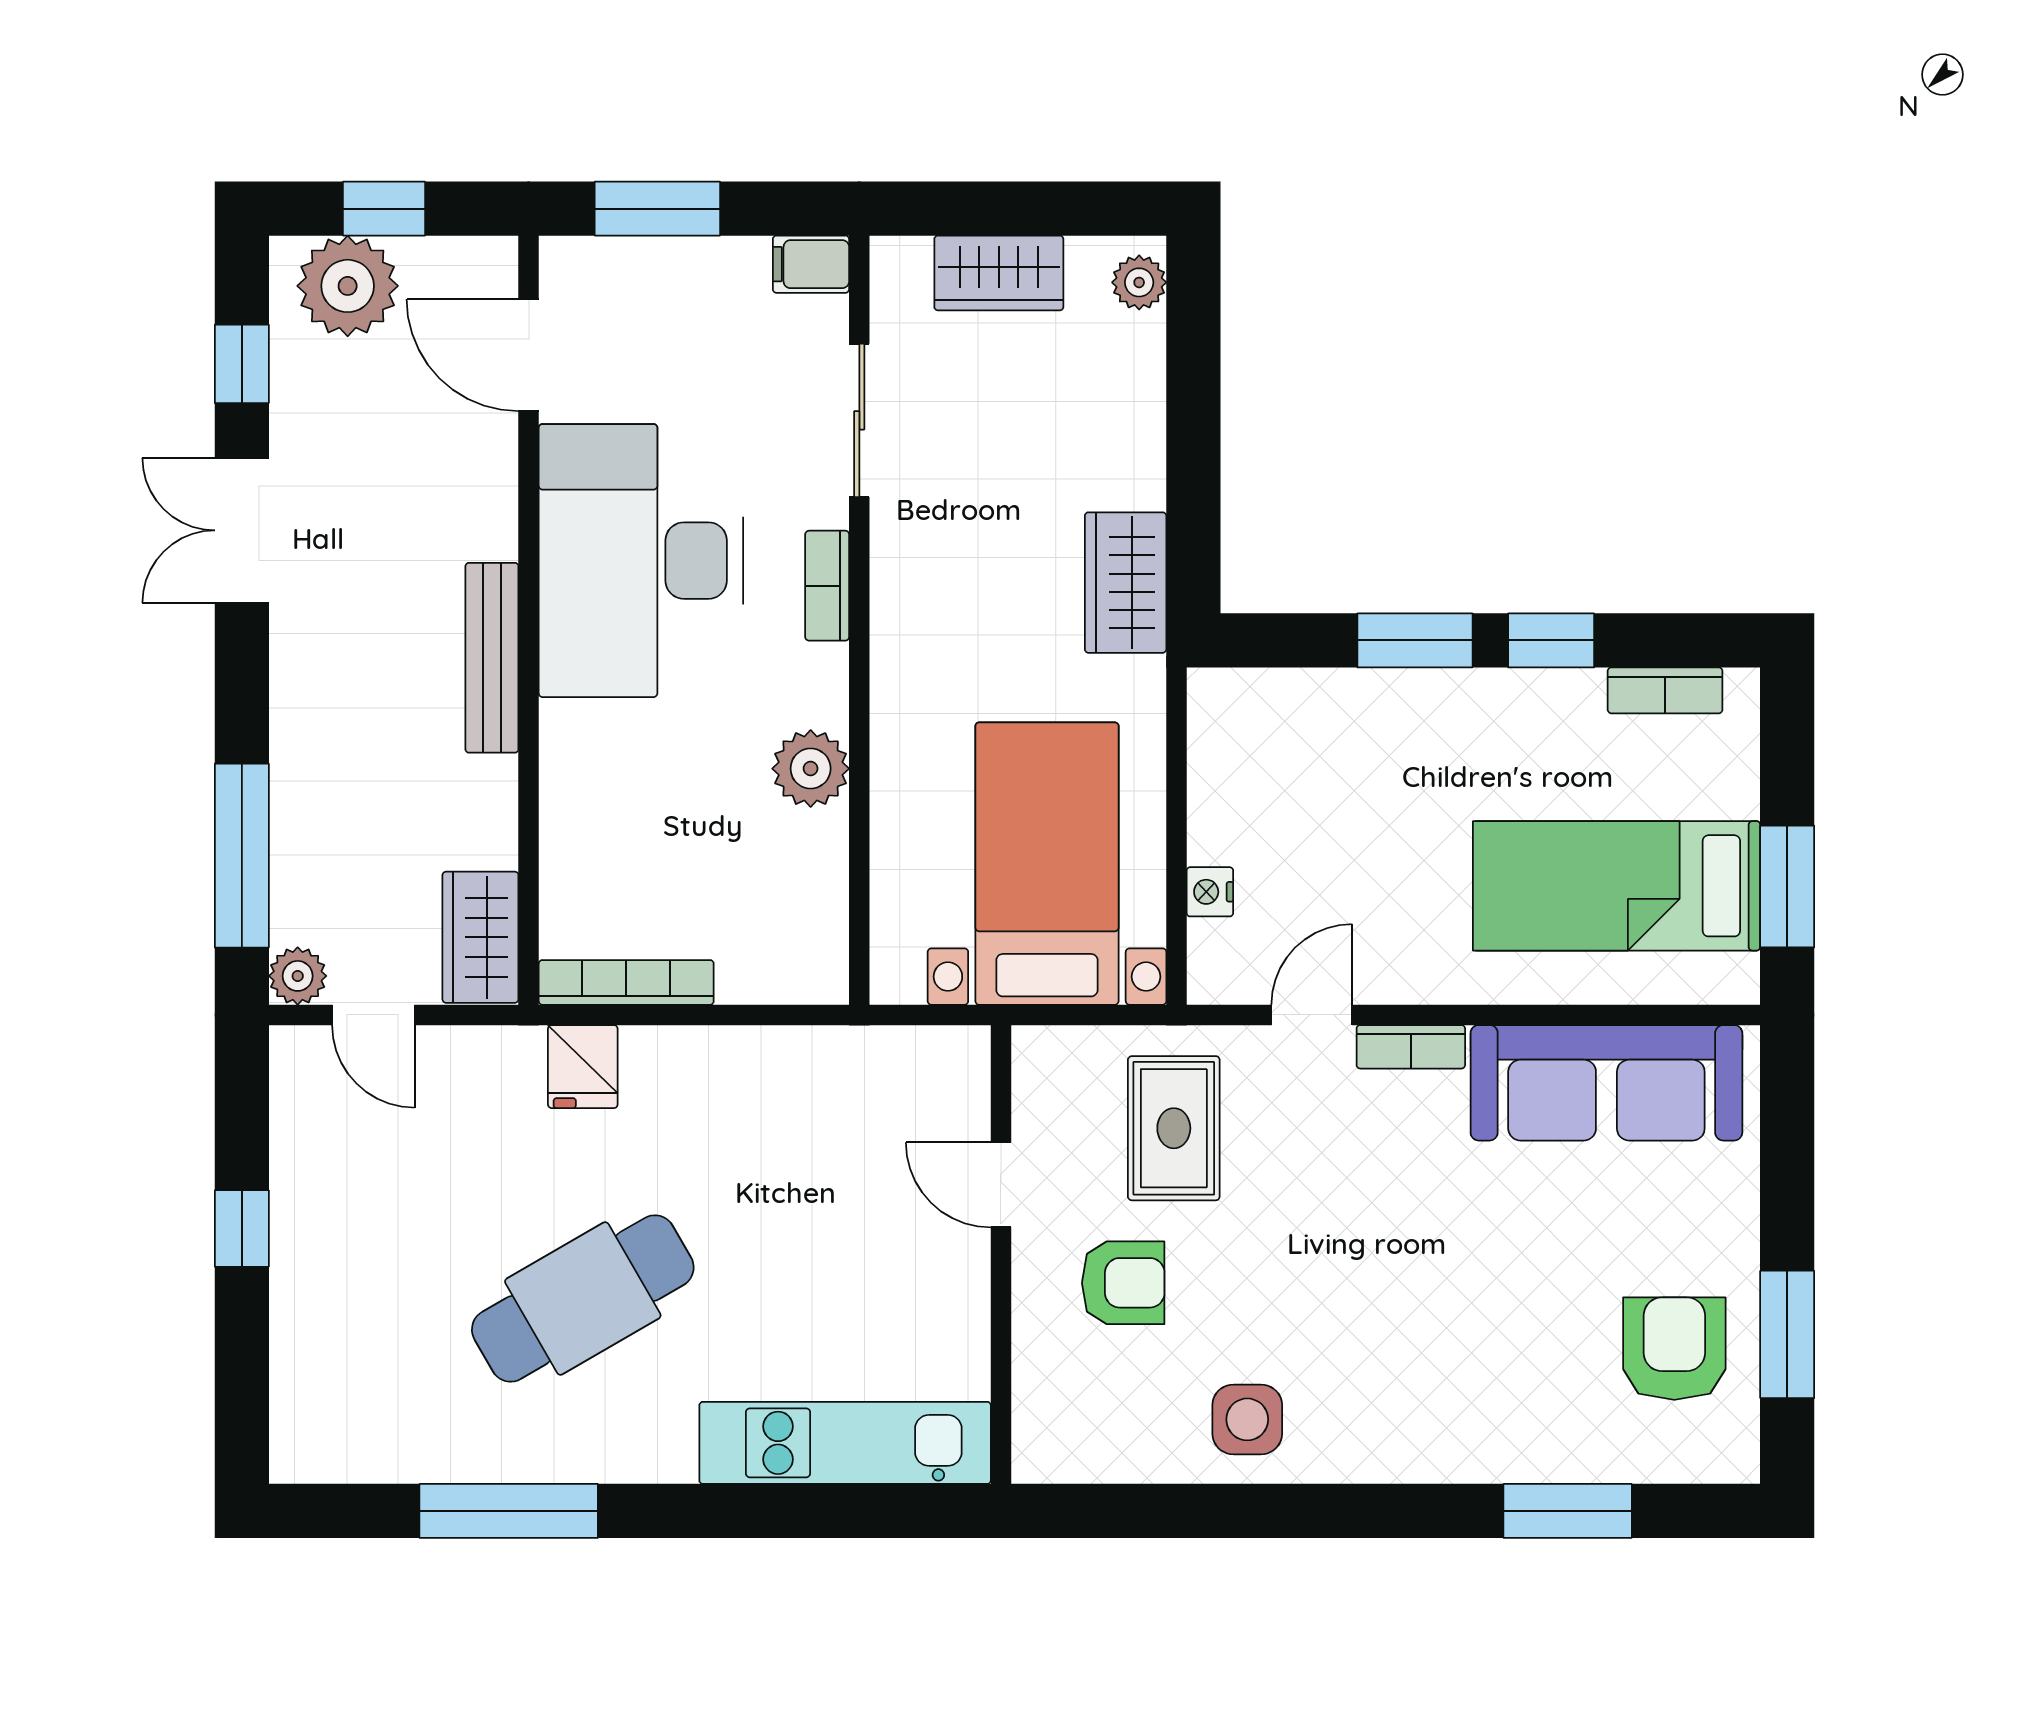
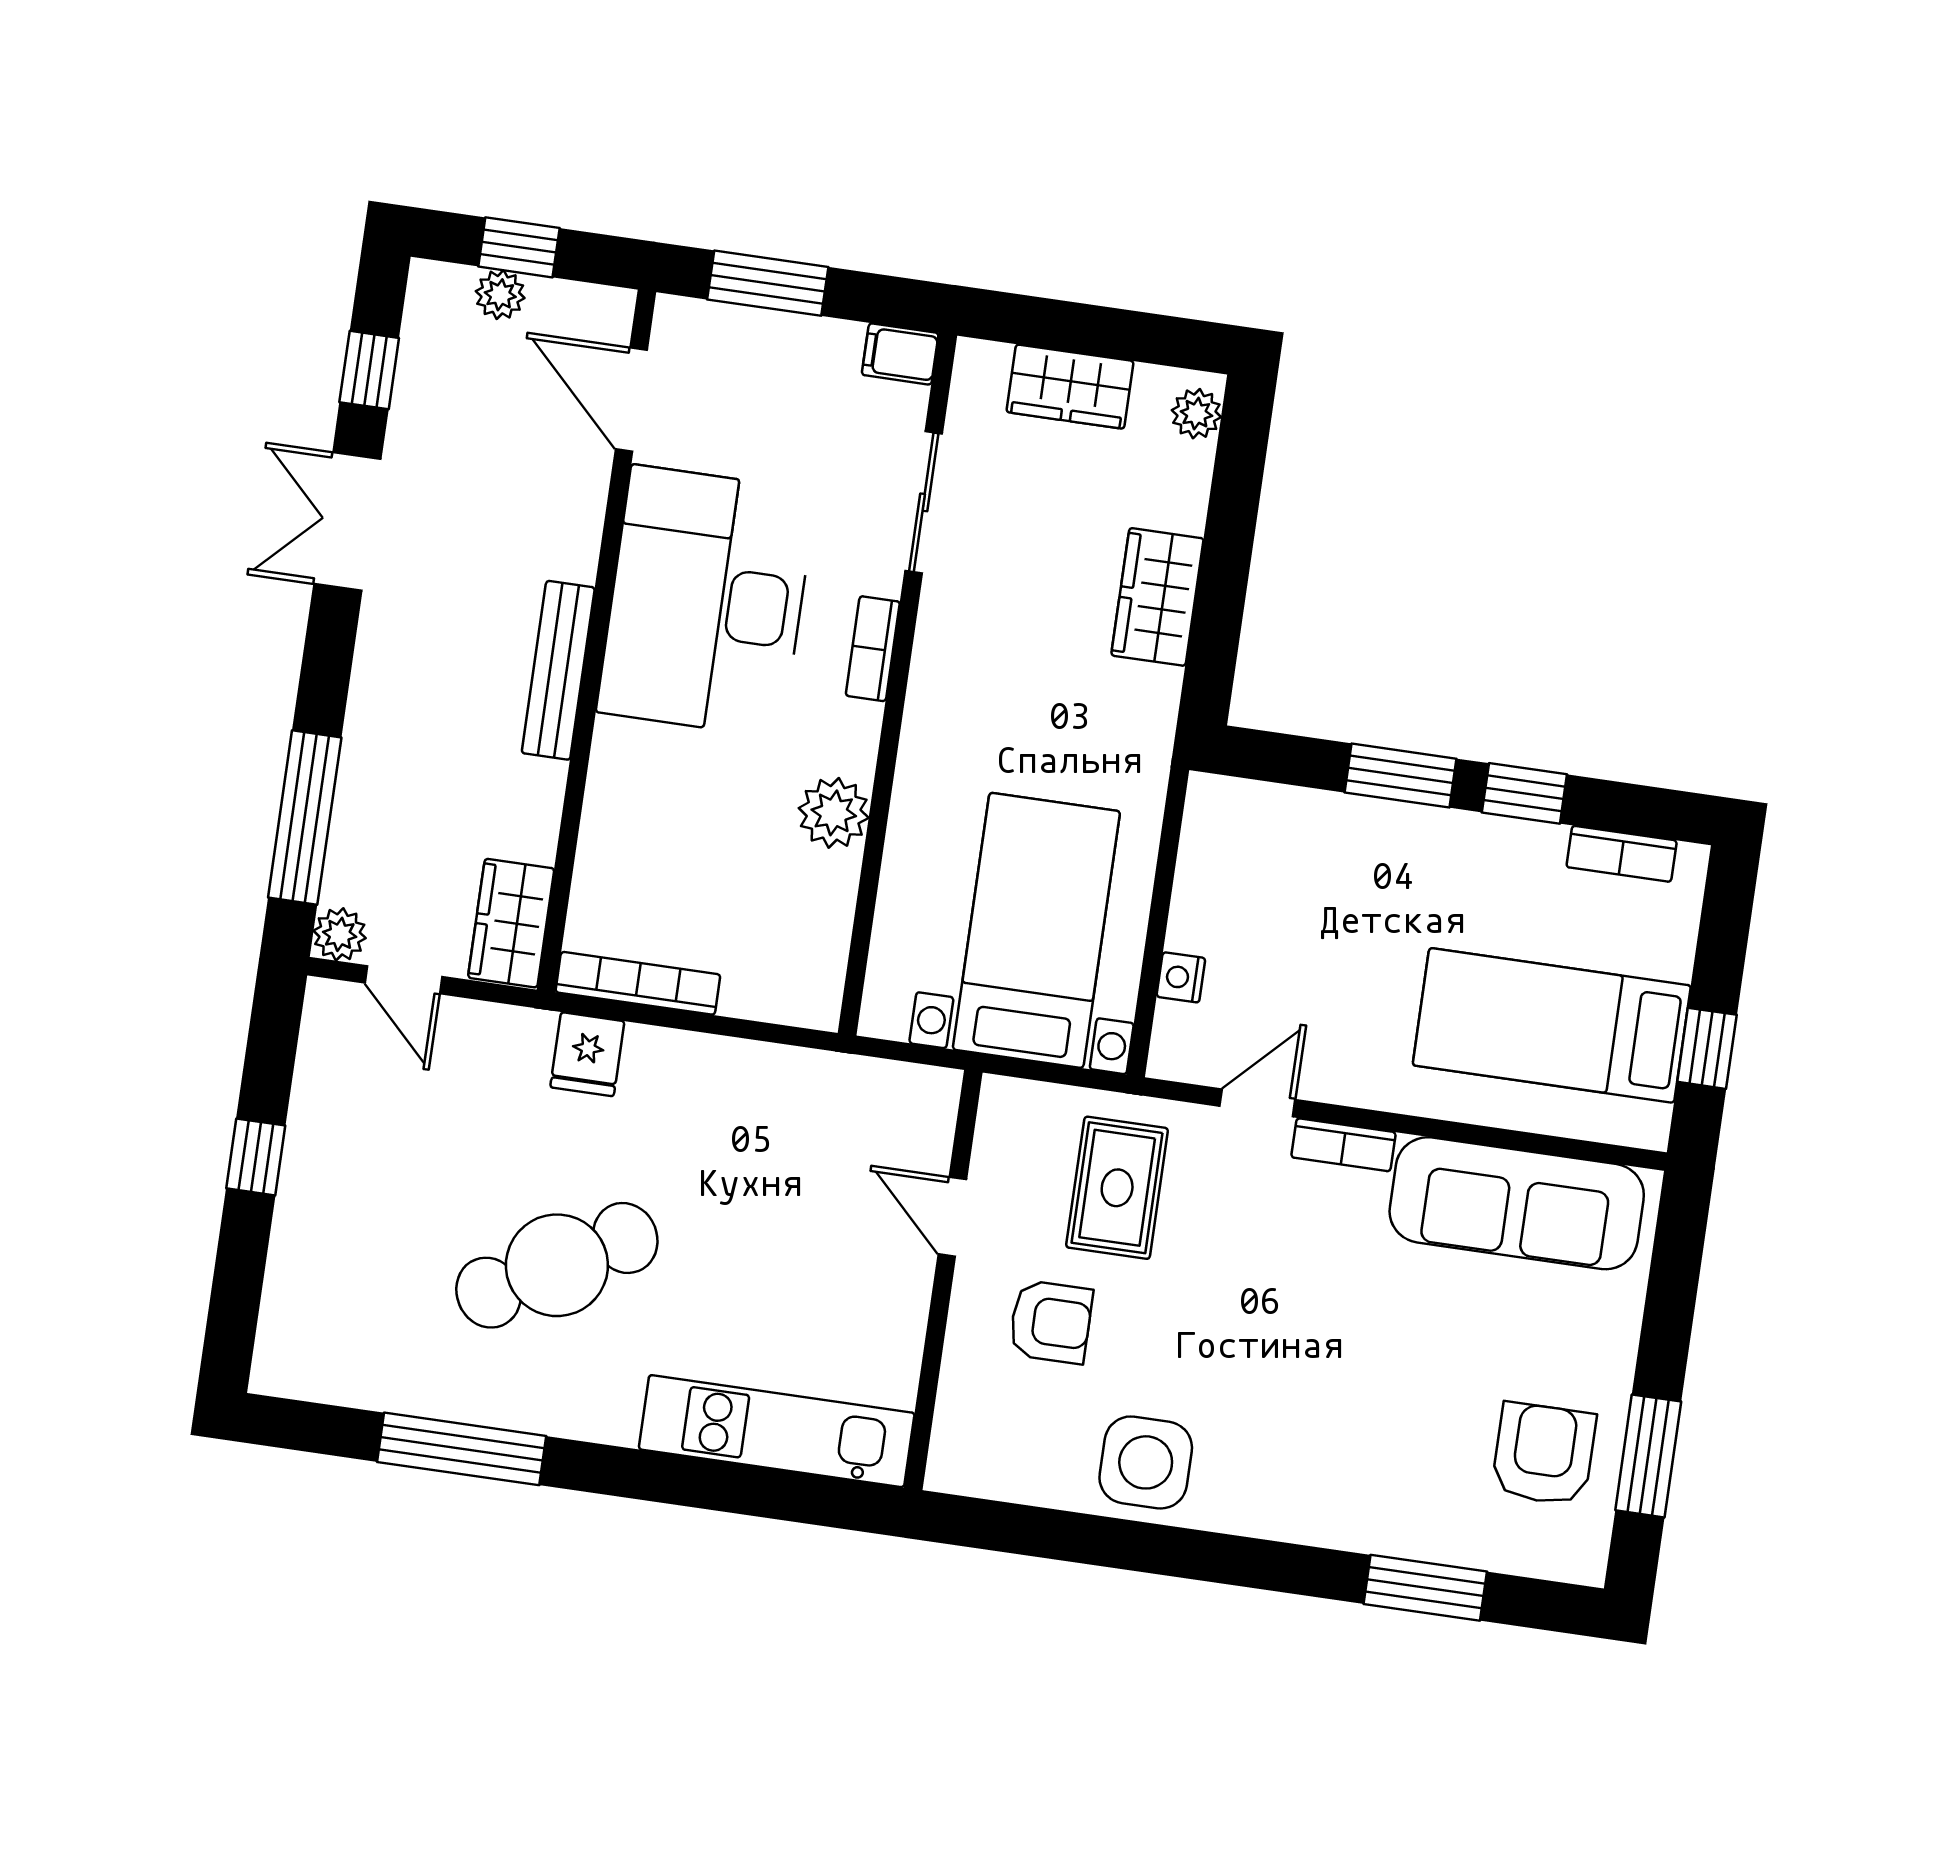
plant: (348, 286) -> (500, 295), width x0.53, depth x0.53
wardrobe: (1126, 583) -> (1157, 597), moved
window: (1787, 887) -> (1707, 1048), width x0.67
side table: (1247, 1419) -> (1146, 1462), width x1.37, depth x1.37

